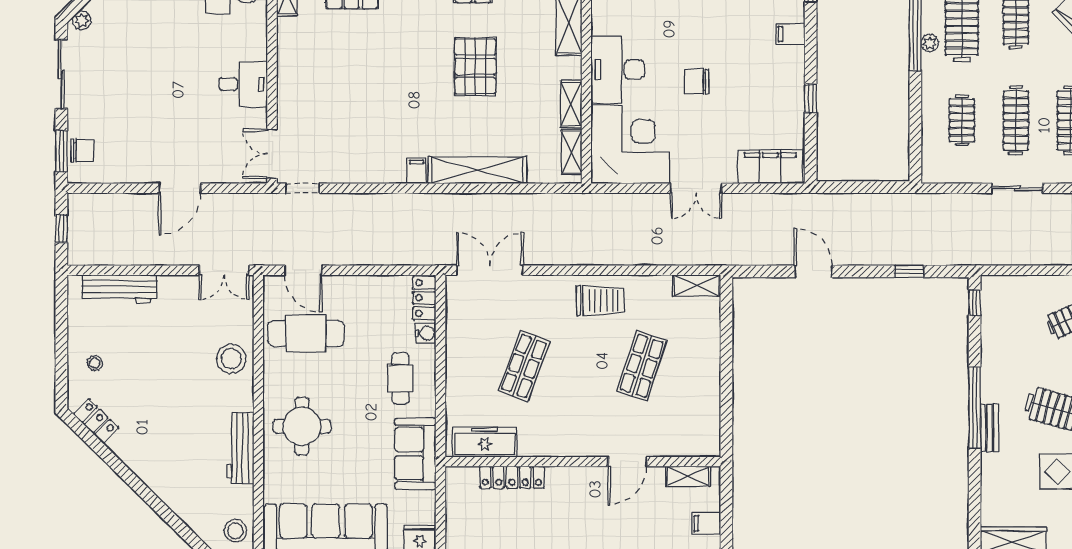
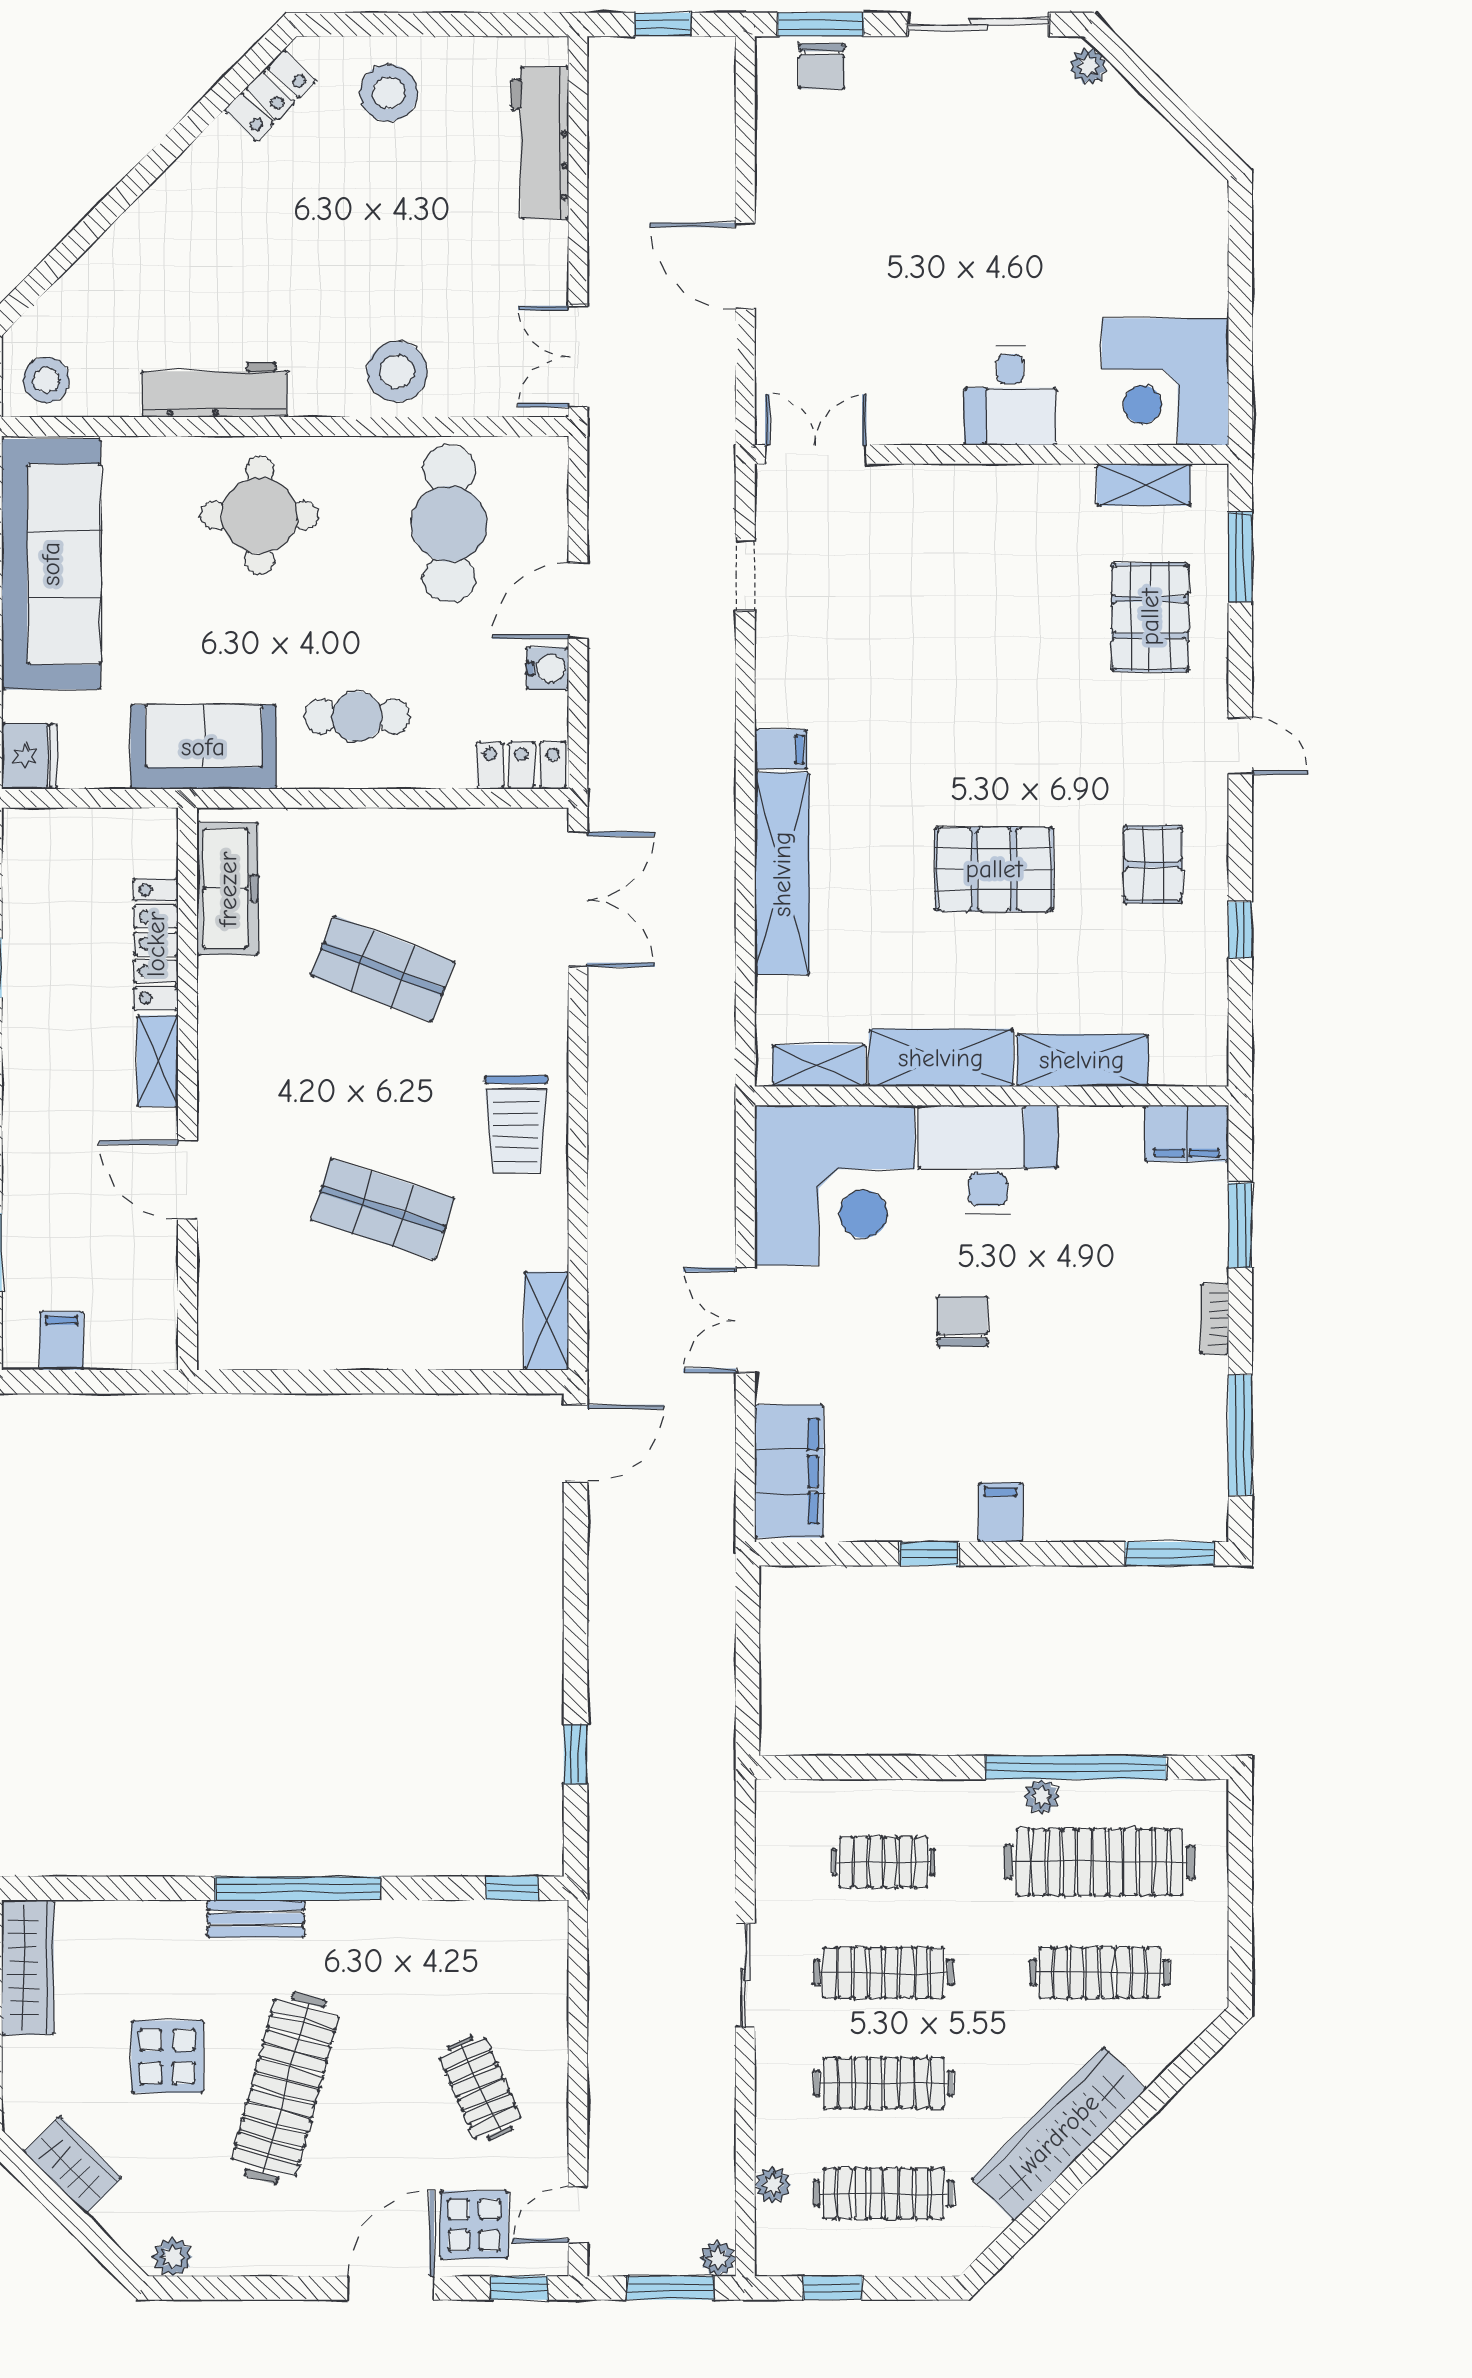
filing cabinet: (790, 34) -> (1001, 1512), moved
desk: (243, 84) -> (1010, 396), moved
shelving: (571, 104) -> (941, 1058), width x1.50, depth x1.33
doorway: (303, 188) -> (745, 575), moved
door: (303, 270) -> (578, 601), moved
door: (813, 271) -> (576, 1443), moved
water cooler: (426, 333) -> (548, 669), moved, turned -90
stool: (95, 363) -> (389, 93), width x1.89, depth x1.89
shelving: (688, 476) -> (158, 1061), moved

